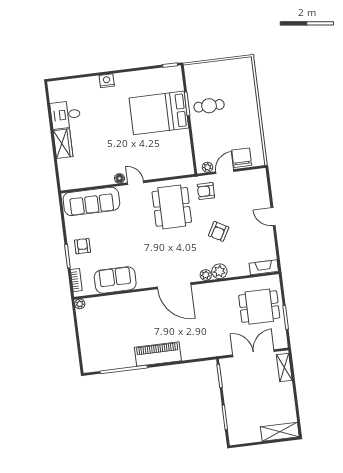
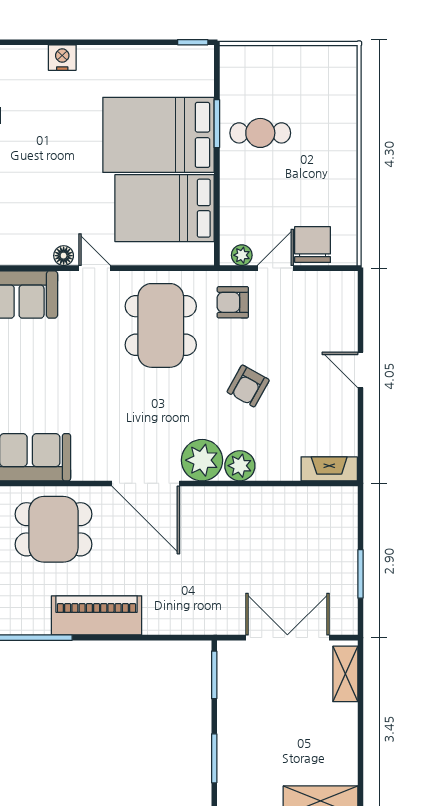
bed: (166, 149) -> (165, 208), added
plant: (206, 275) -> (202, 460), width x1.88, depth x1.88
dining table: (259, 307) -> (54, 529), moved

